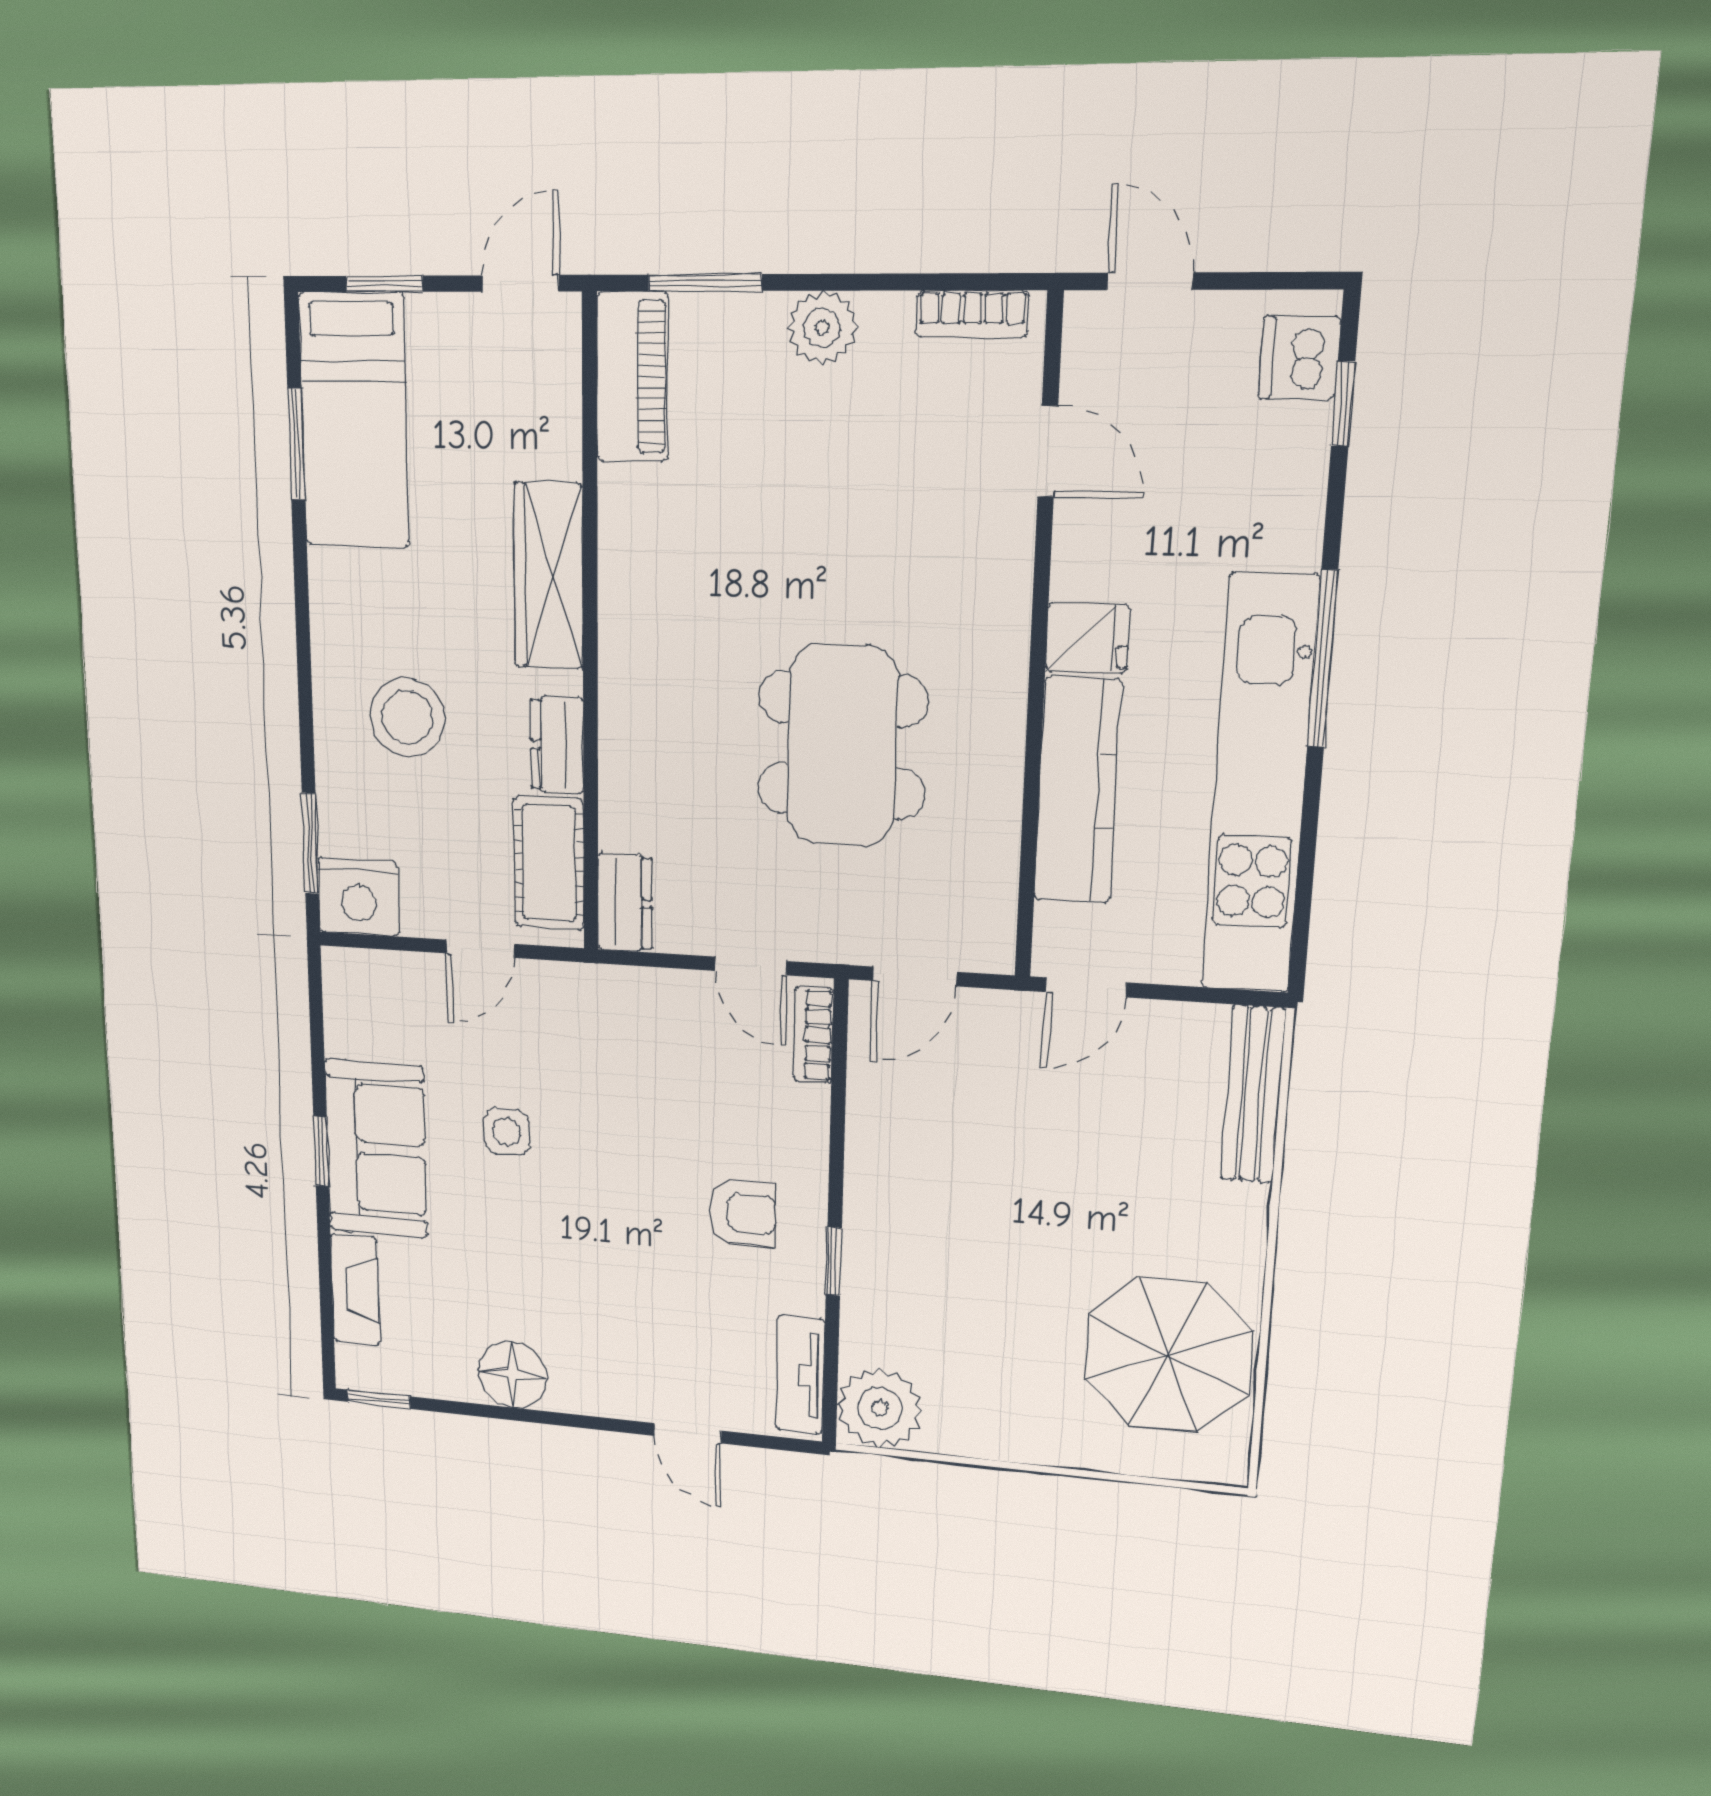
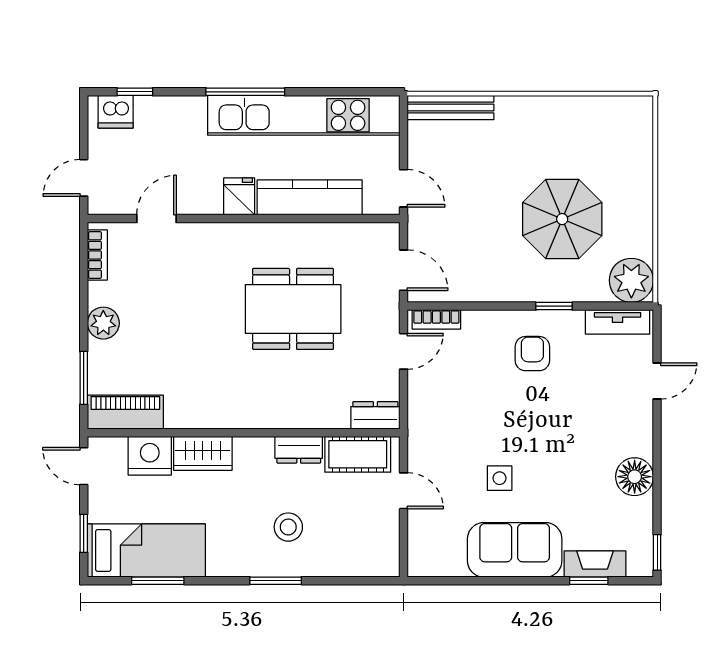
wardrobe: (549, 576) -> (203, 453), width x0.67
stool: (407, 718) -> (288, 527), width x0.73, depth x0.73
window: (310, 843) -> (276, 581), moved
nightstand: (358, 897) -> (150, 456), moved, turned -90
window: (321, 1151) -> (589, 581), moved
parasol: (1168, 1355) -> (562, 219), moved

